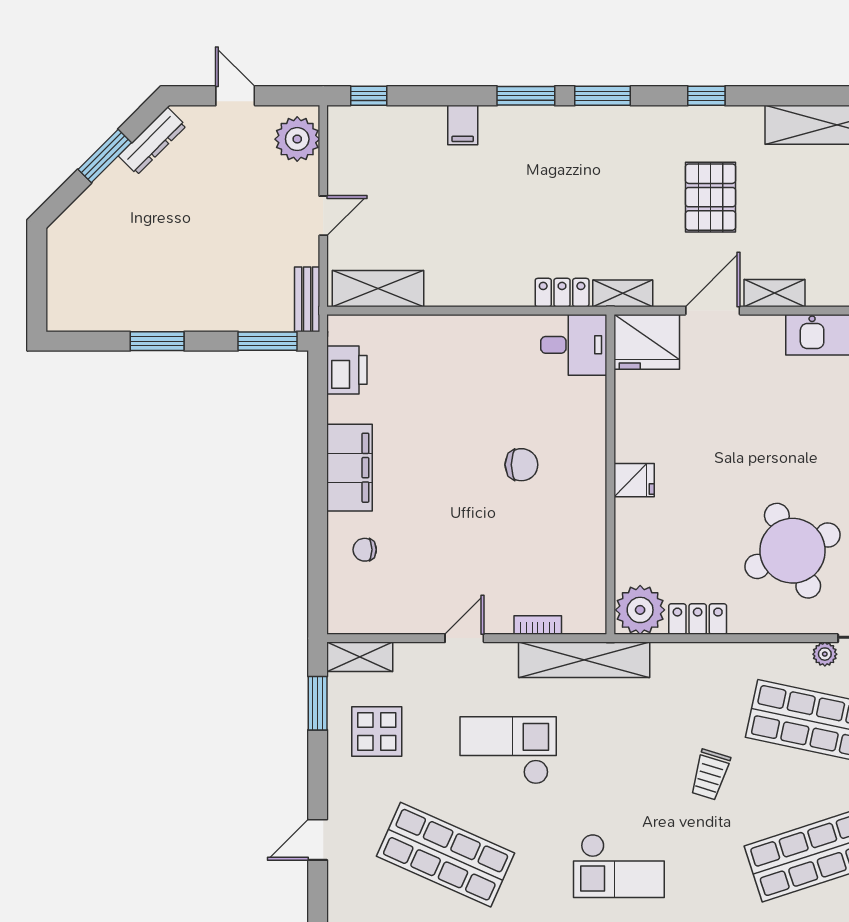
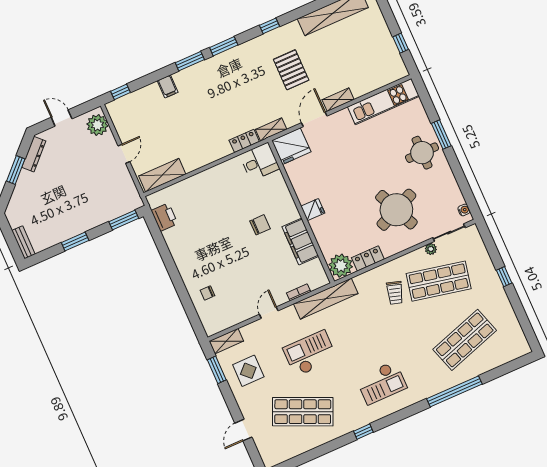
bench: (307, 299) -> (23, 242), moved
filing cabinet: (350, 468) -> (300, 241), moved, turned 180
trolley: (710, 775) -> (395, 293), moved

